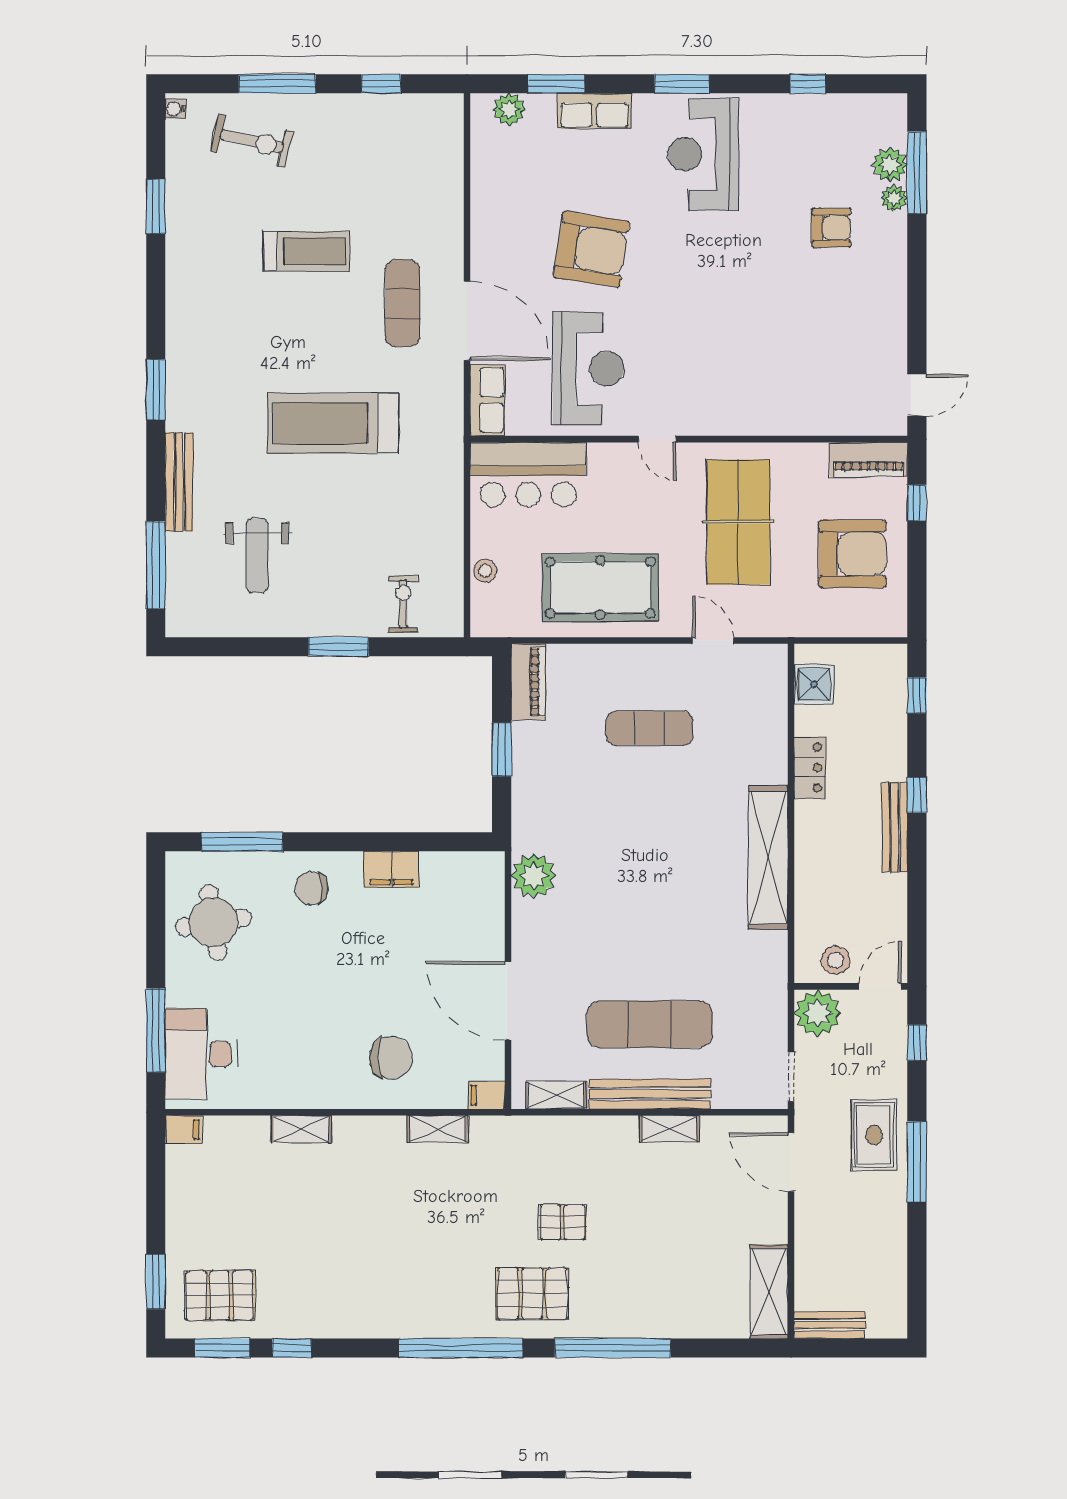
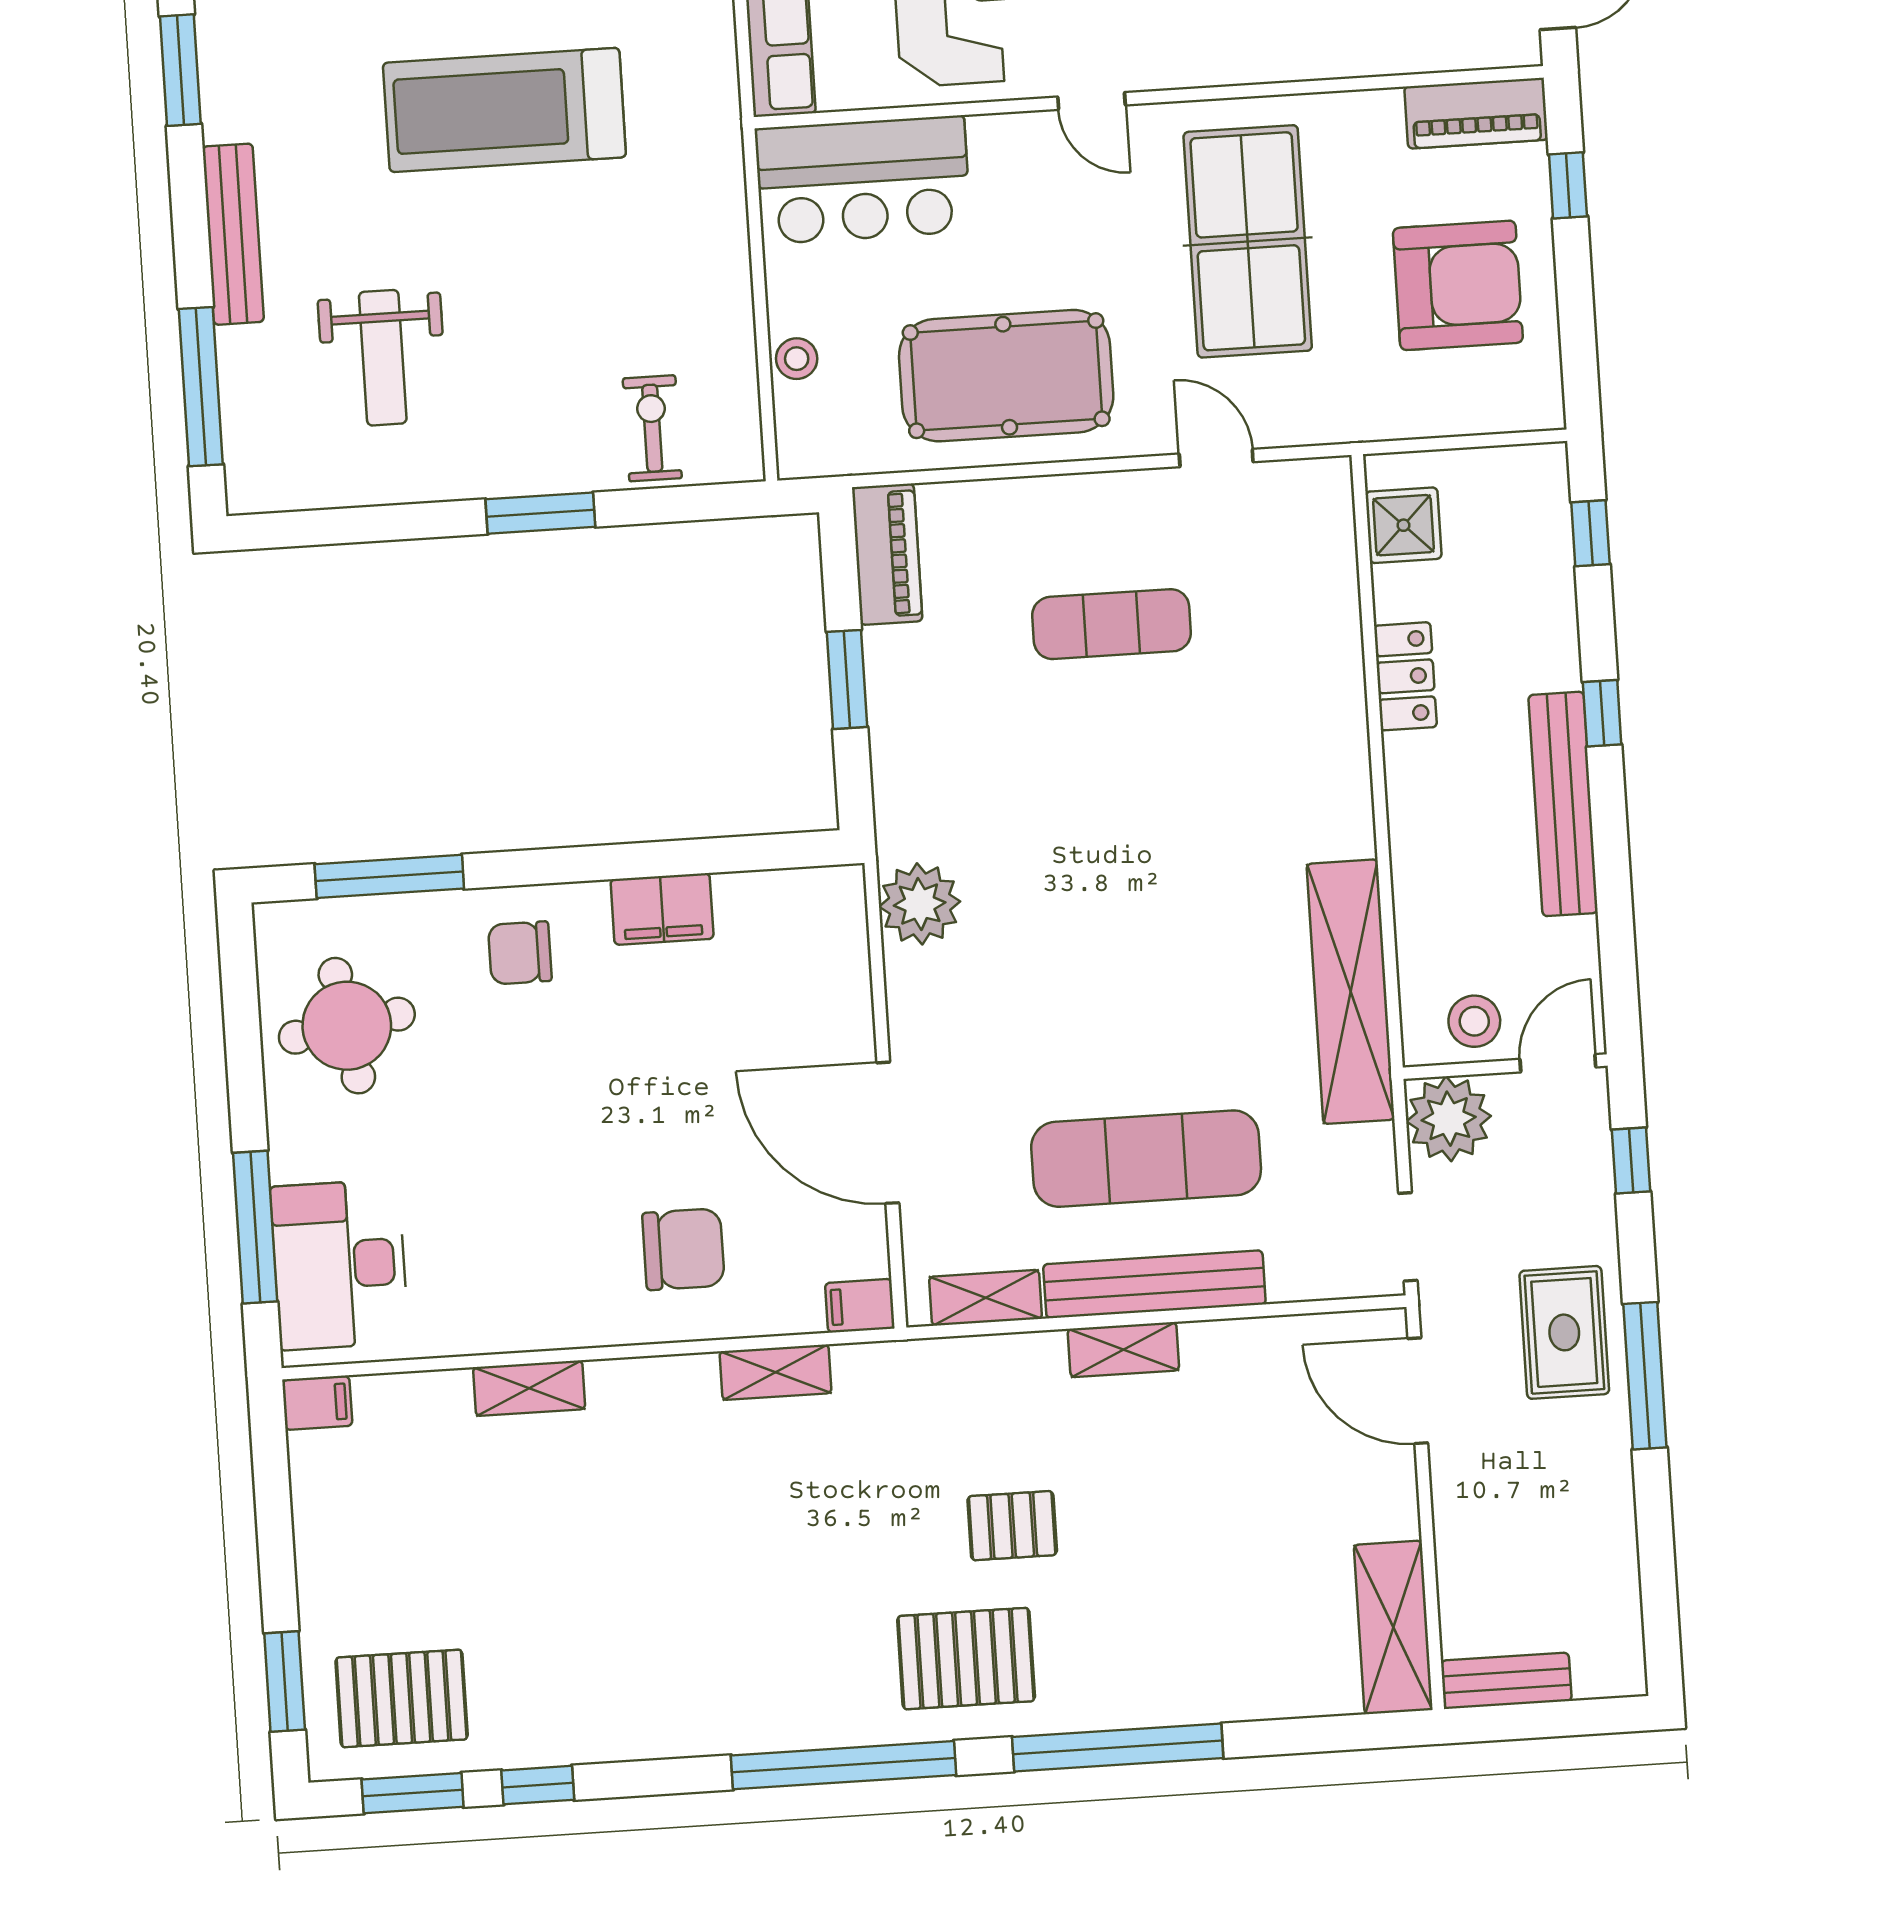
bench: (895, 827) -> (1563, 804), width x1.37, depth x1.21
shelving: (768, 858) -> (1351, 992), moved
shelving: (669, 1129) -> (1123, 1350), moved

